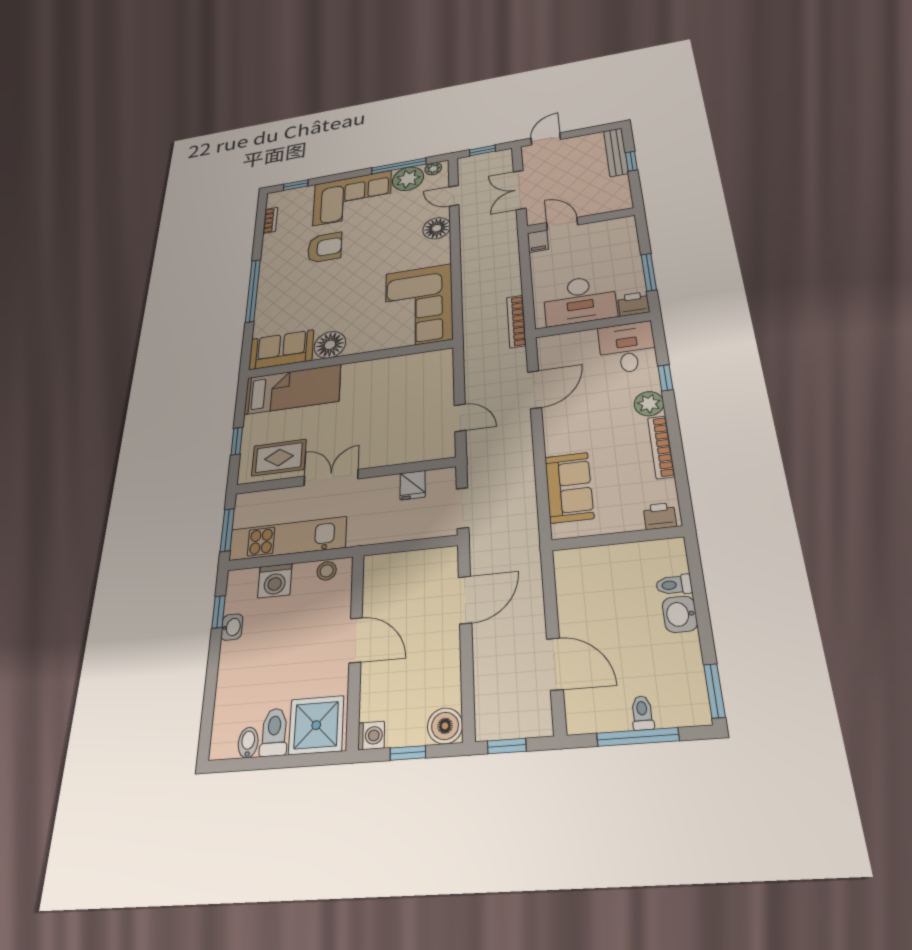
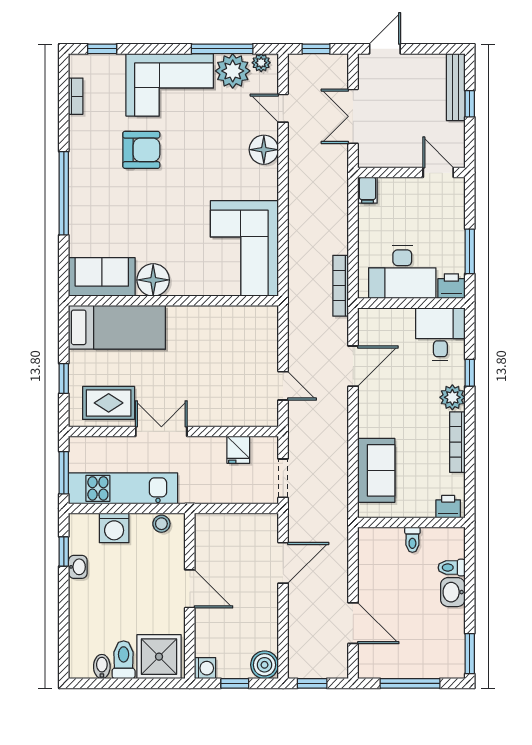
door: (562, 224) -> (438, 173), moved
toilet: (642, 713) -> (412, 540), moved, turned 180

